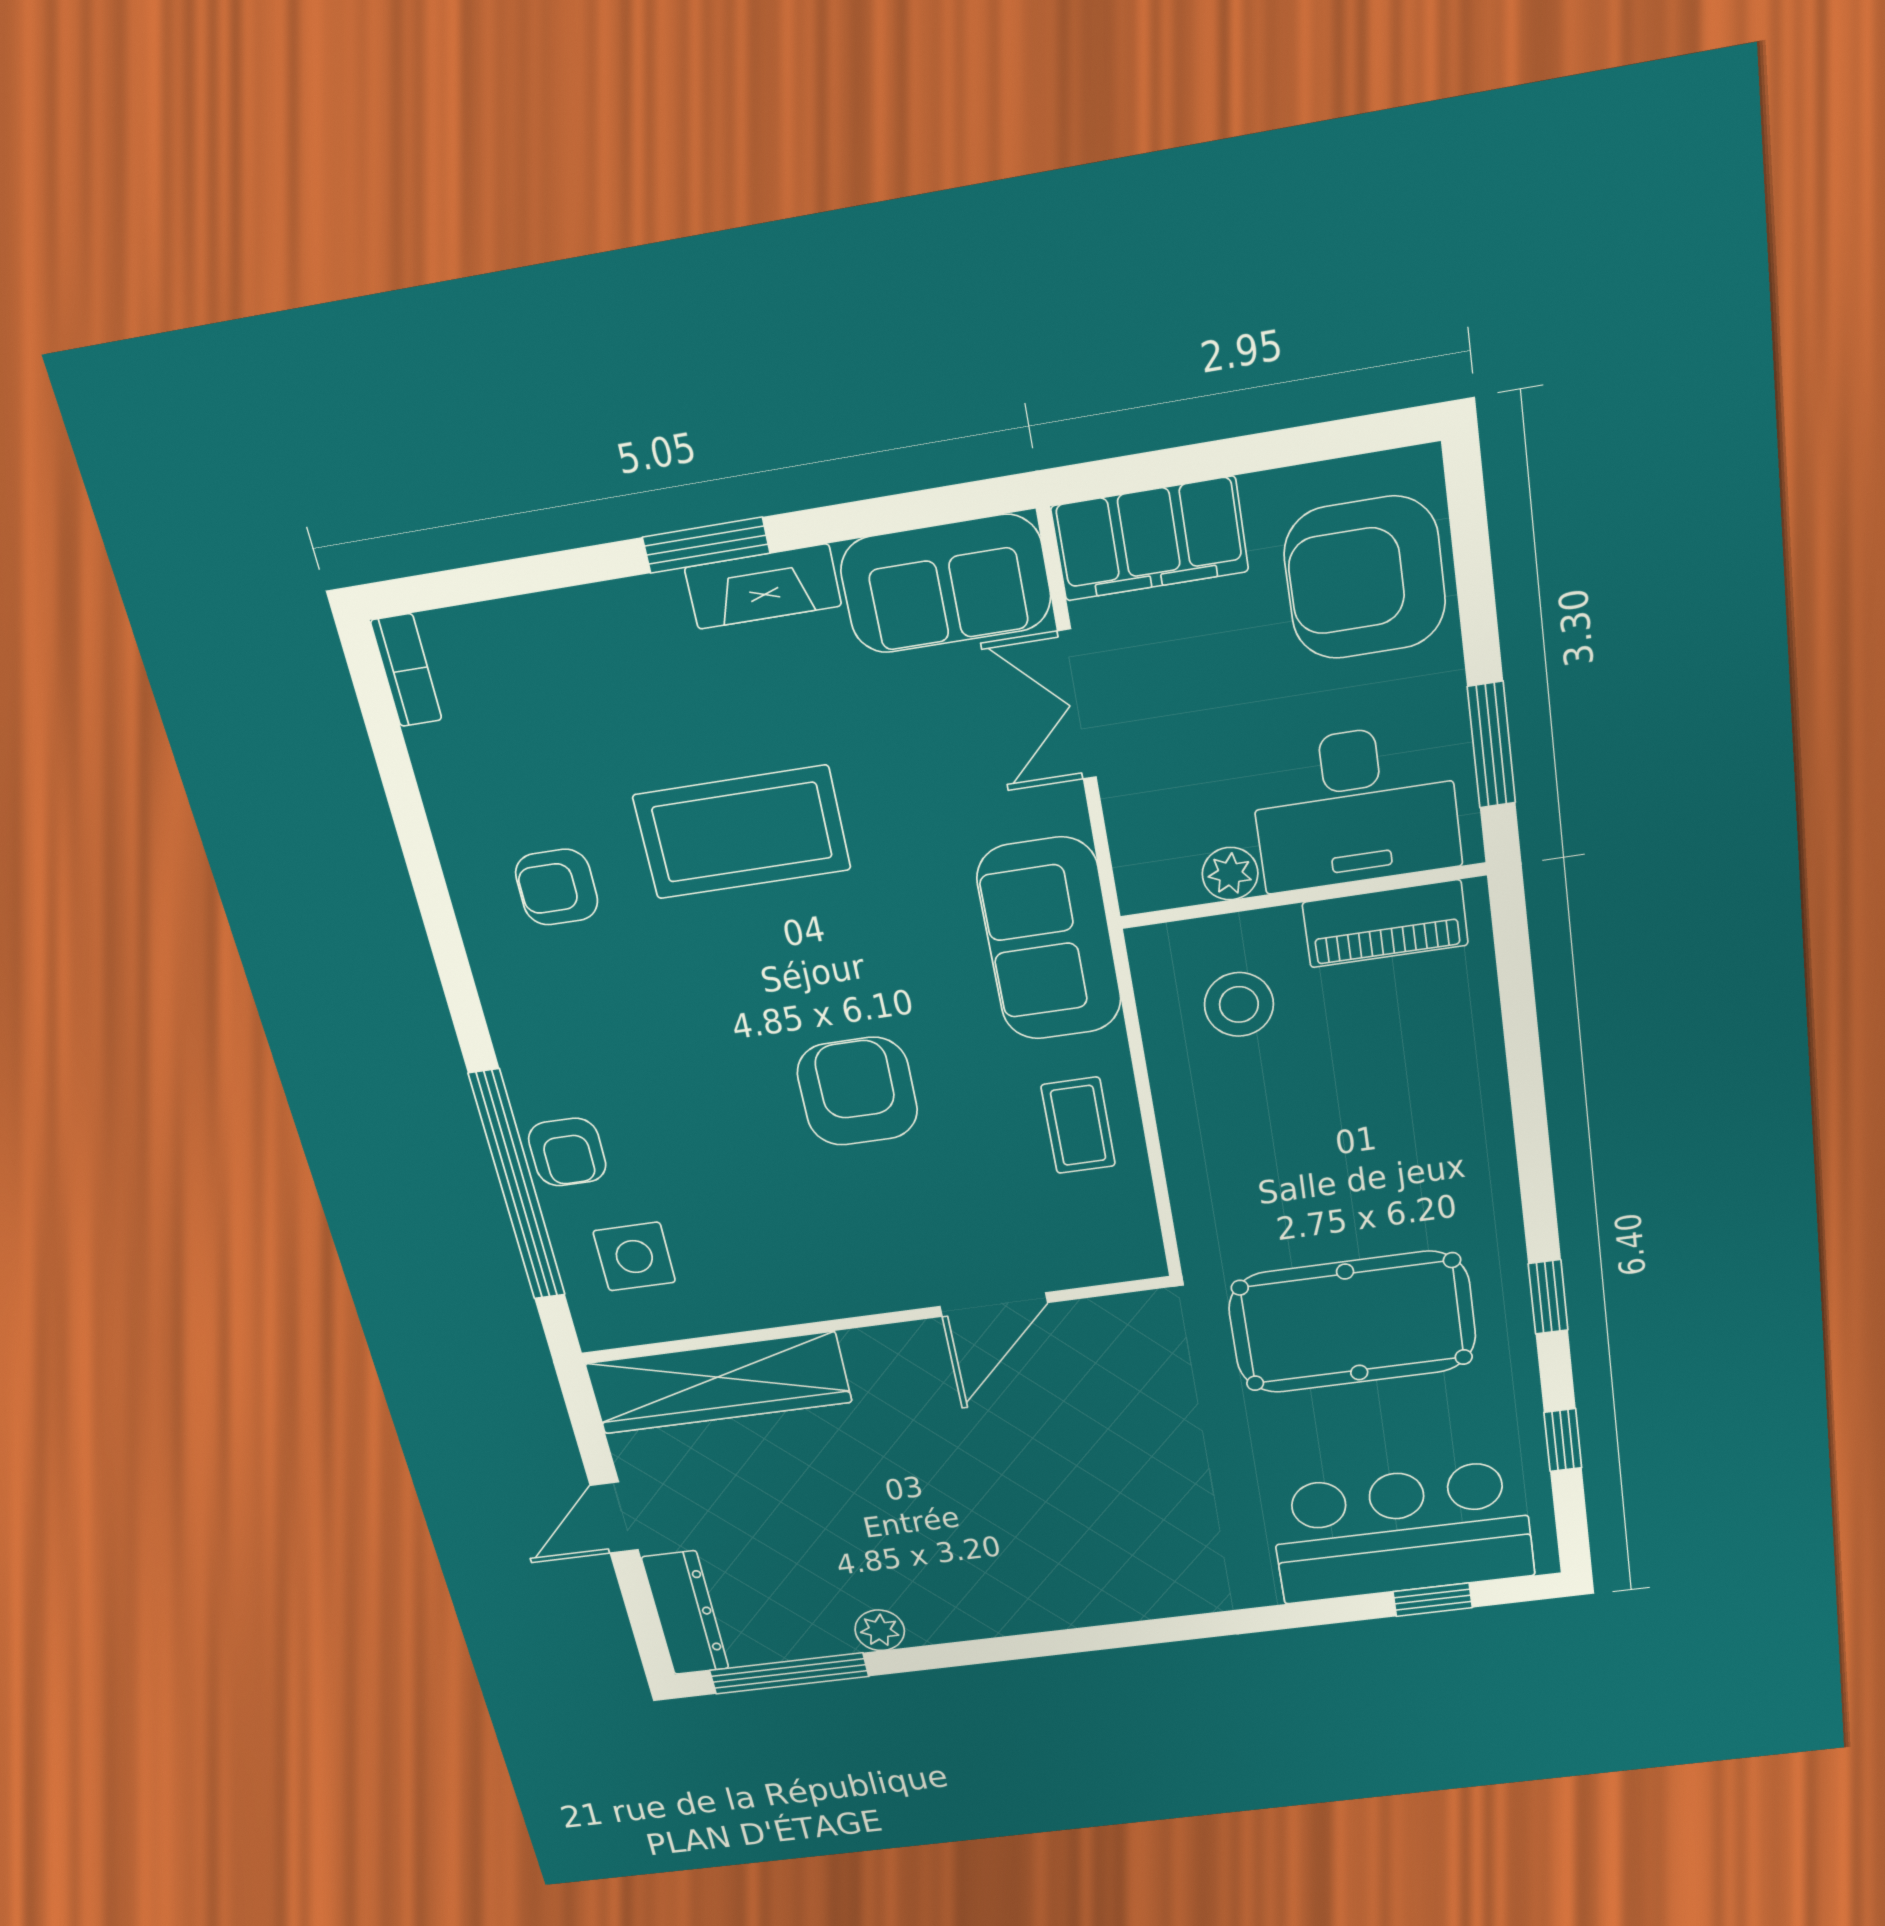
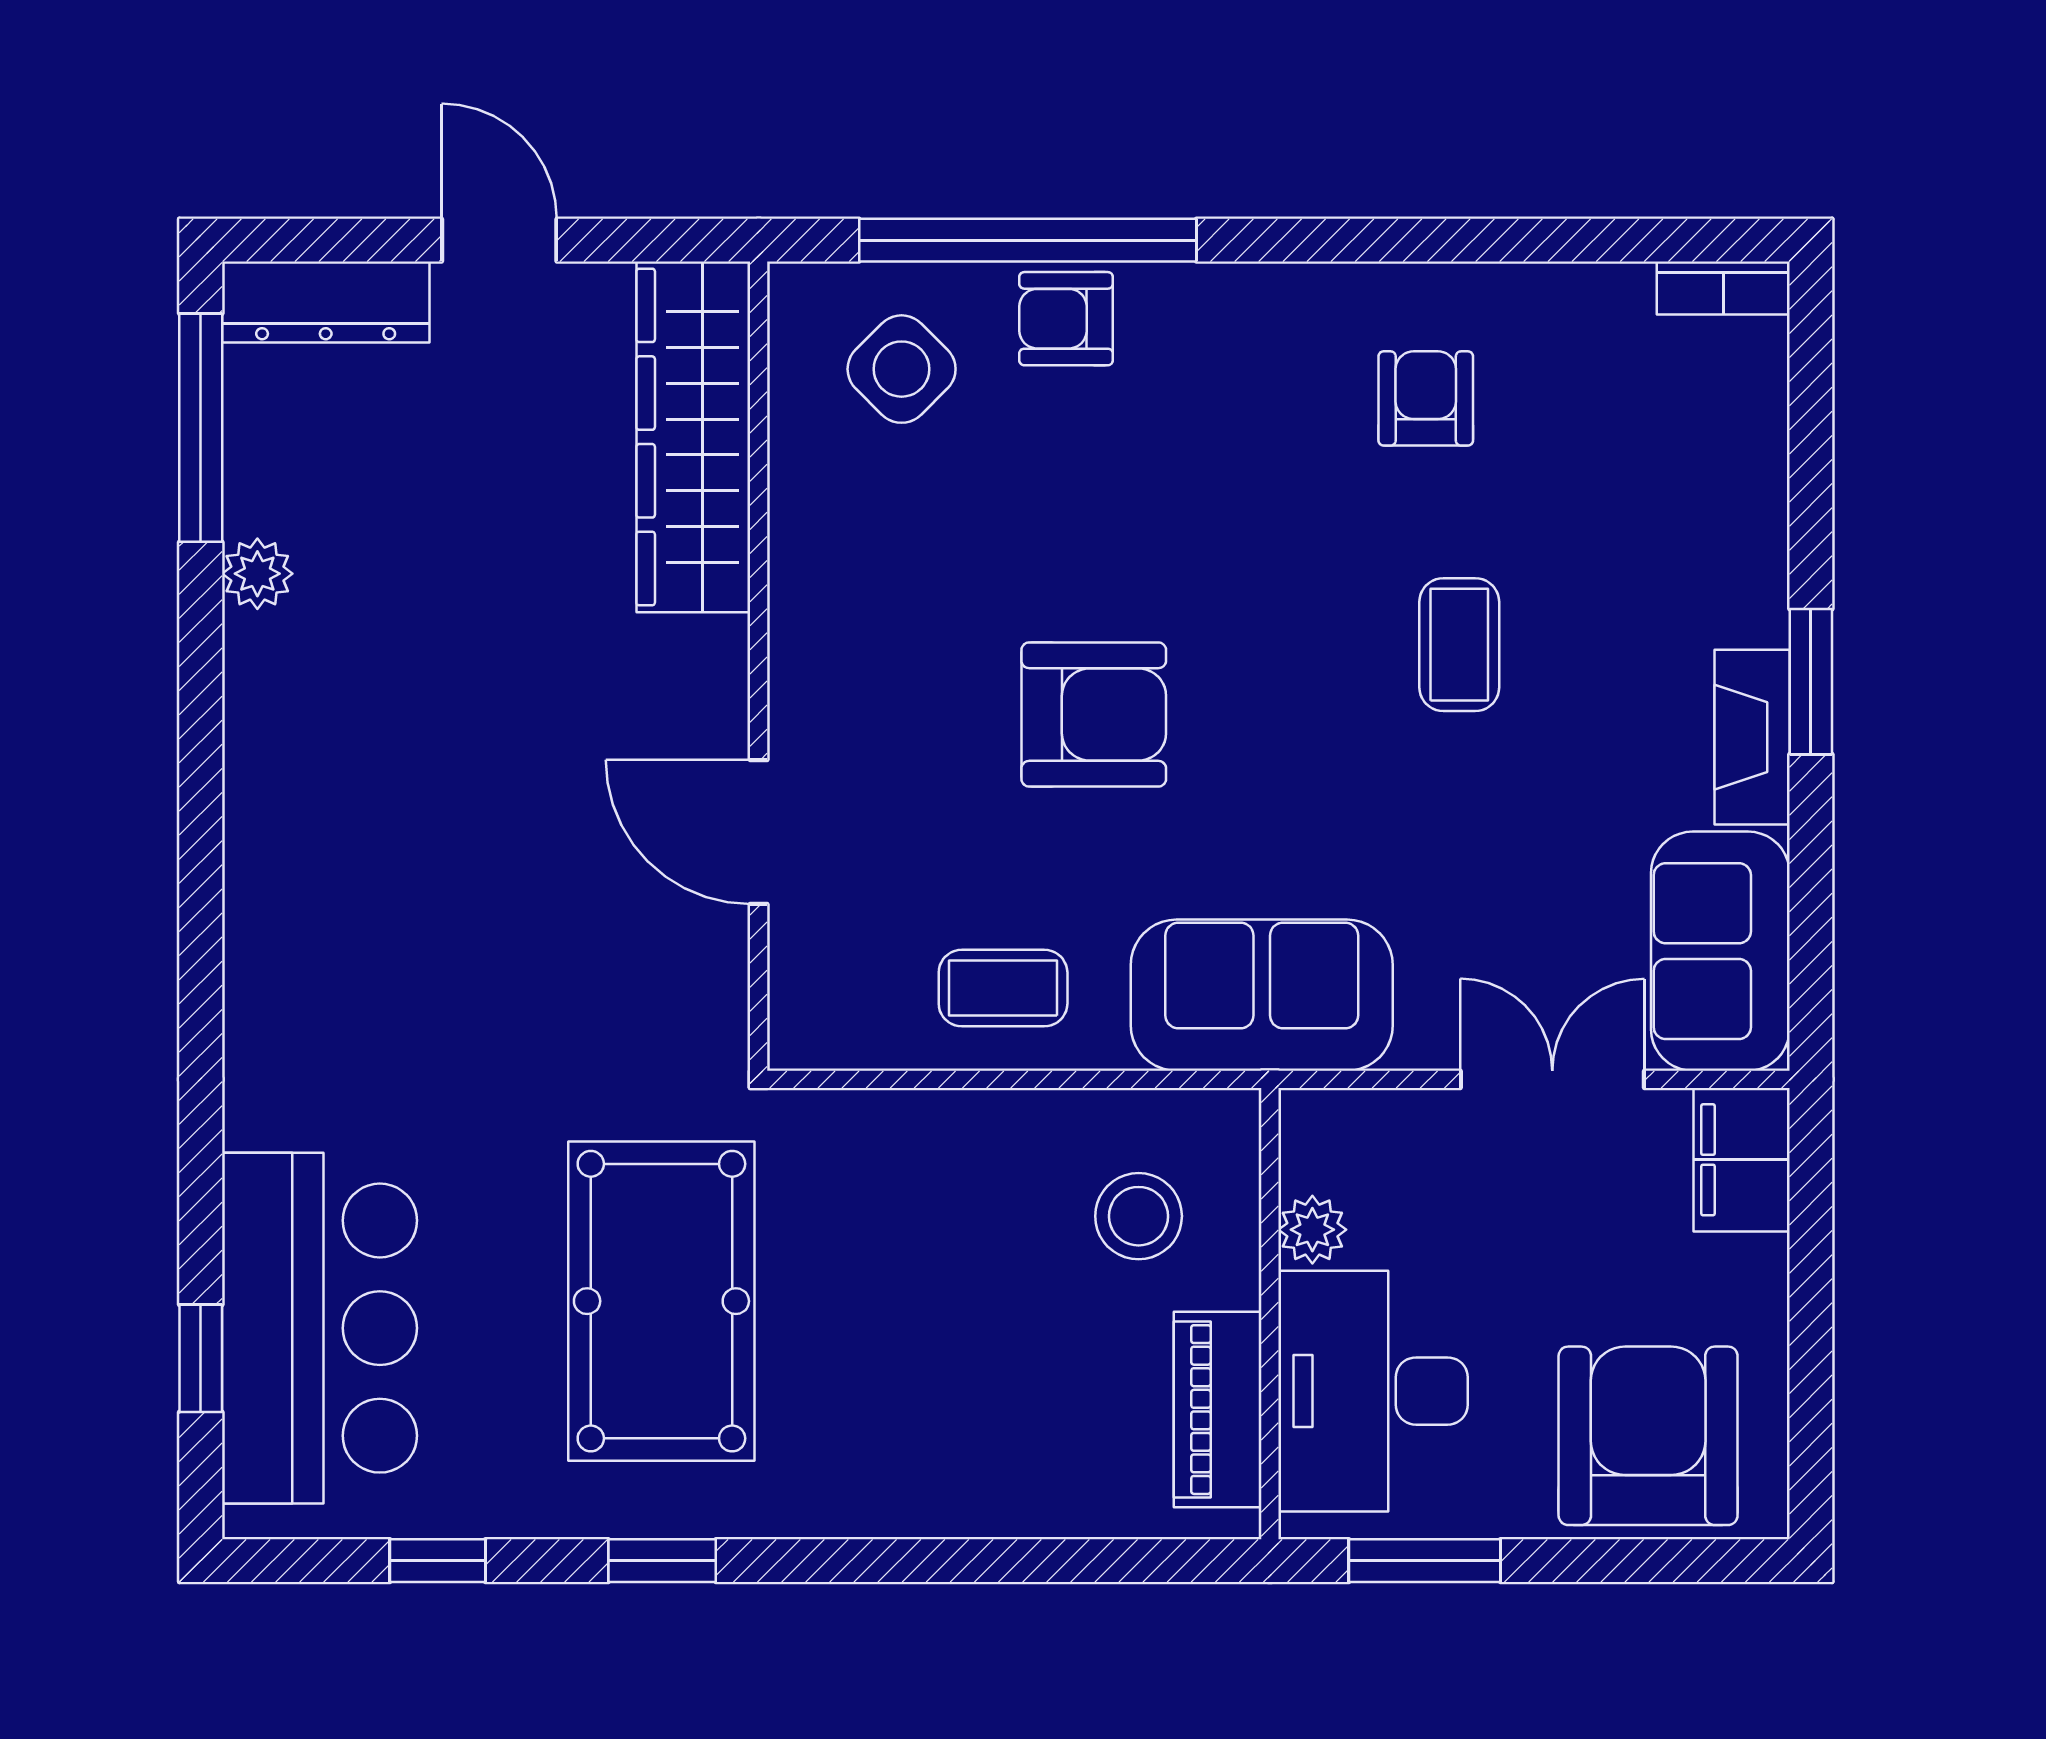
filing cabinet: (1150, 539) -> (1742, 1160), width x0.67, depth x0.86
coffee table: (742, 832) -> (1459, 645), width x0.54, depth x0.58
side table: (634, 1257) -> (902, 369), turned 45

